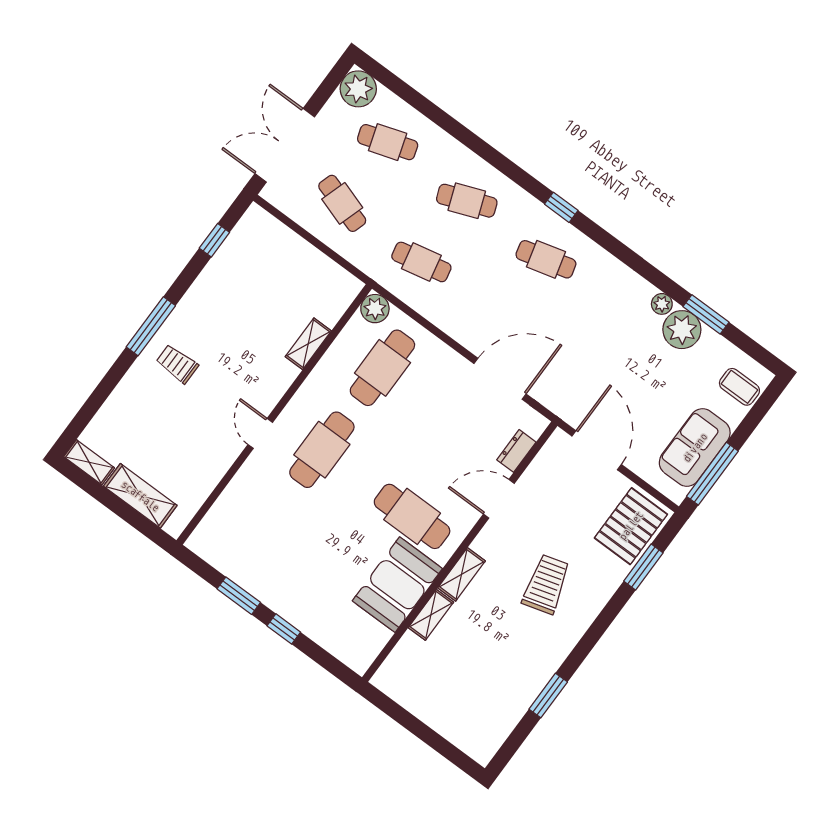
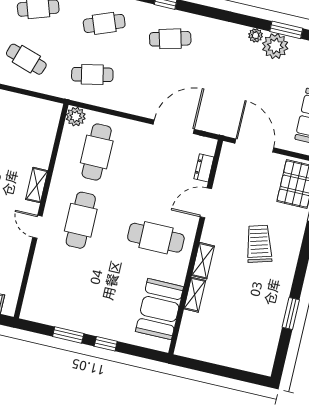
shelving: (308, 344) -> (37, 185), moved
booth: (397, 585) -> (160, 309), moved

